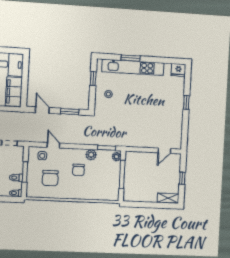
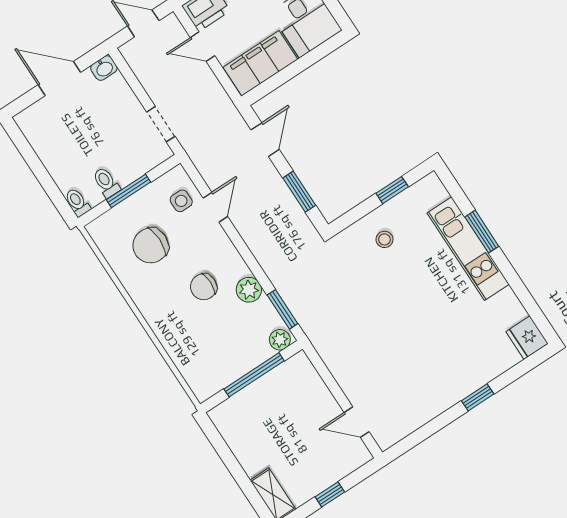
kitchen unit: (133, 67) -> (468, 249), width x0.73

